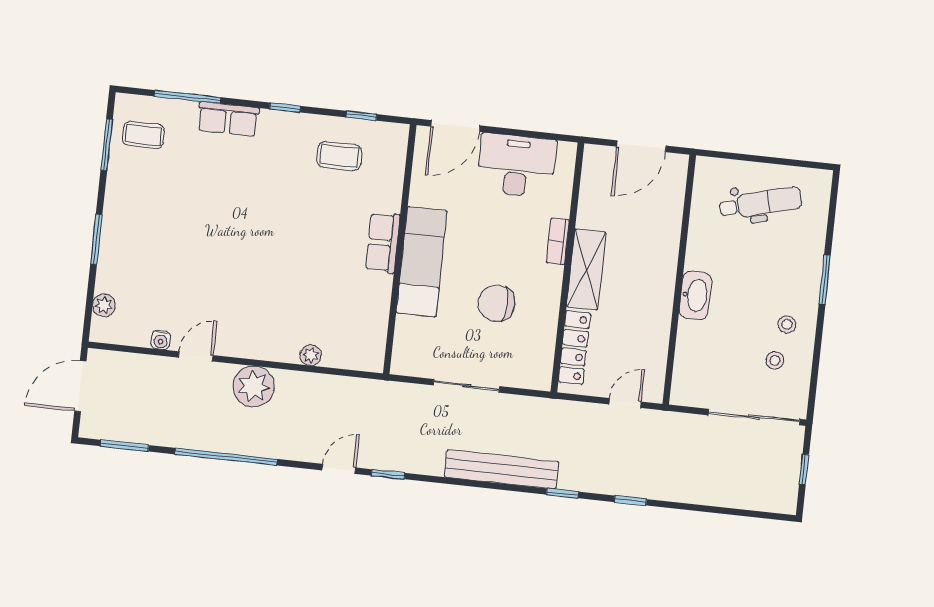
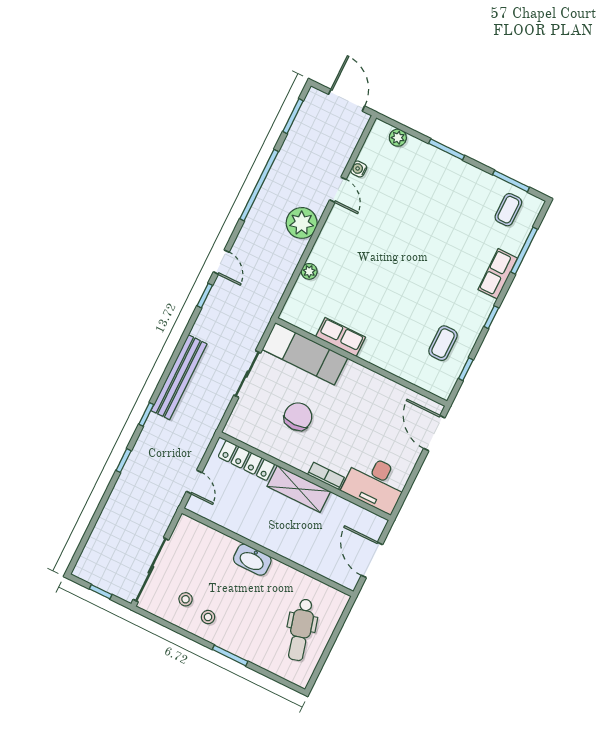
desk: (517, 166) -> (375, 483), moved, turned 90
row of seats: (383, 243) -> (341, 337), moved
exam couch: (422, 262) -> (305, 354), moved

